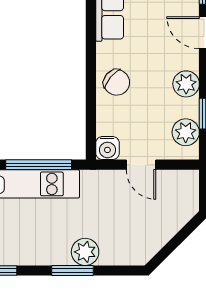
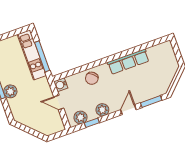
door: (141, 165) -> (59, 103), hinge flipped

